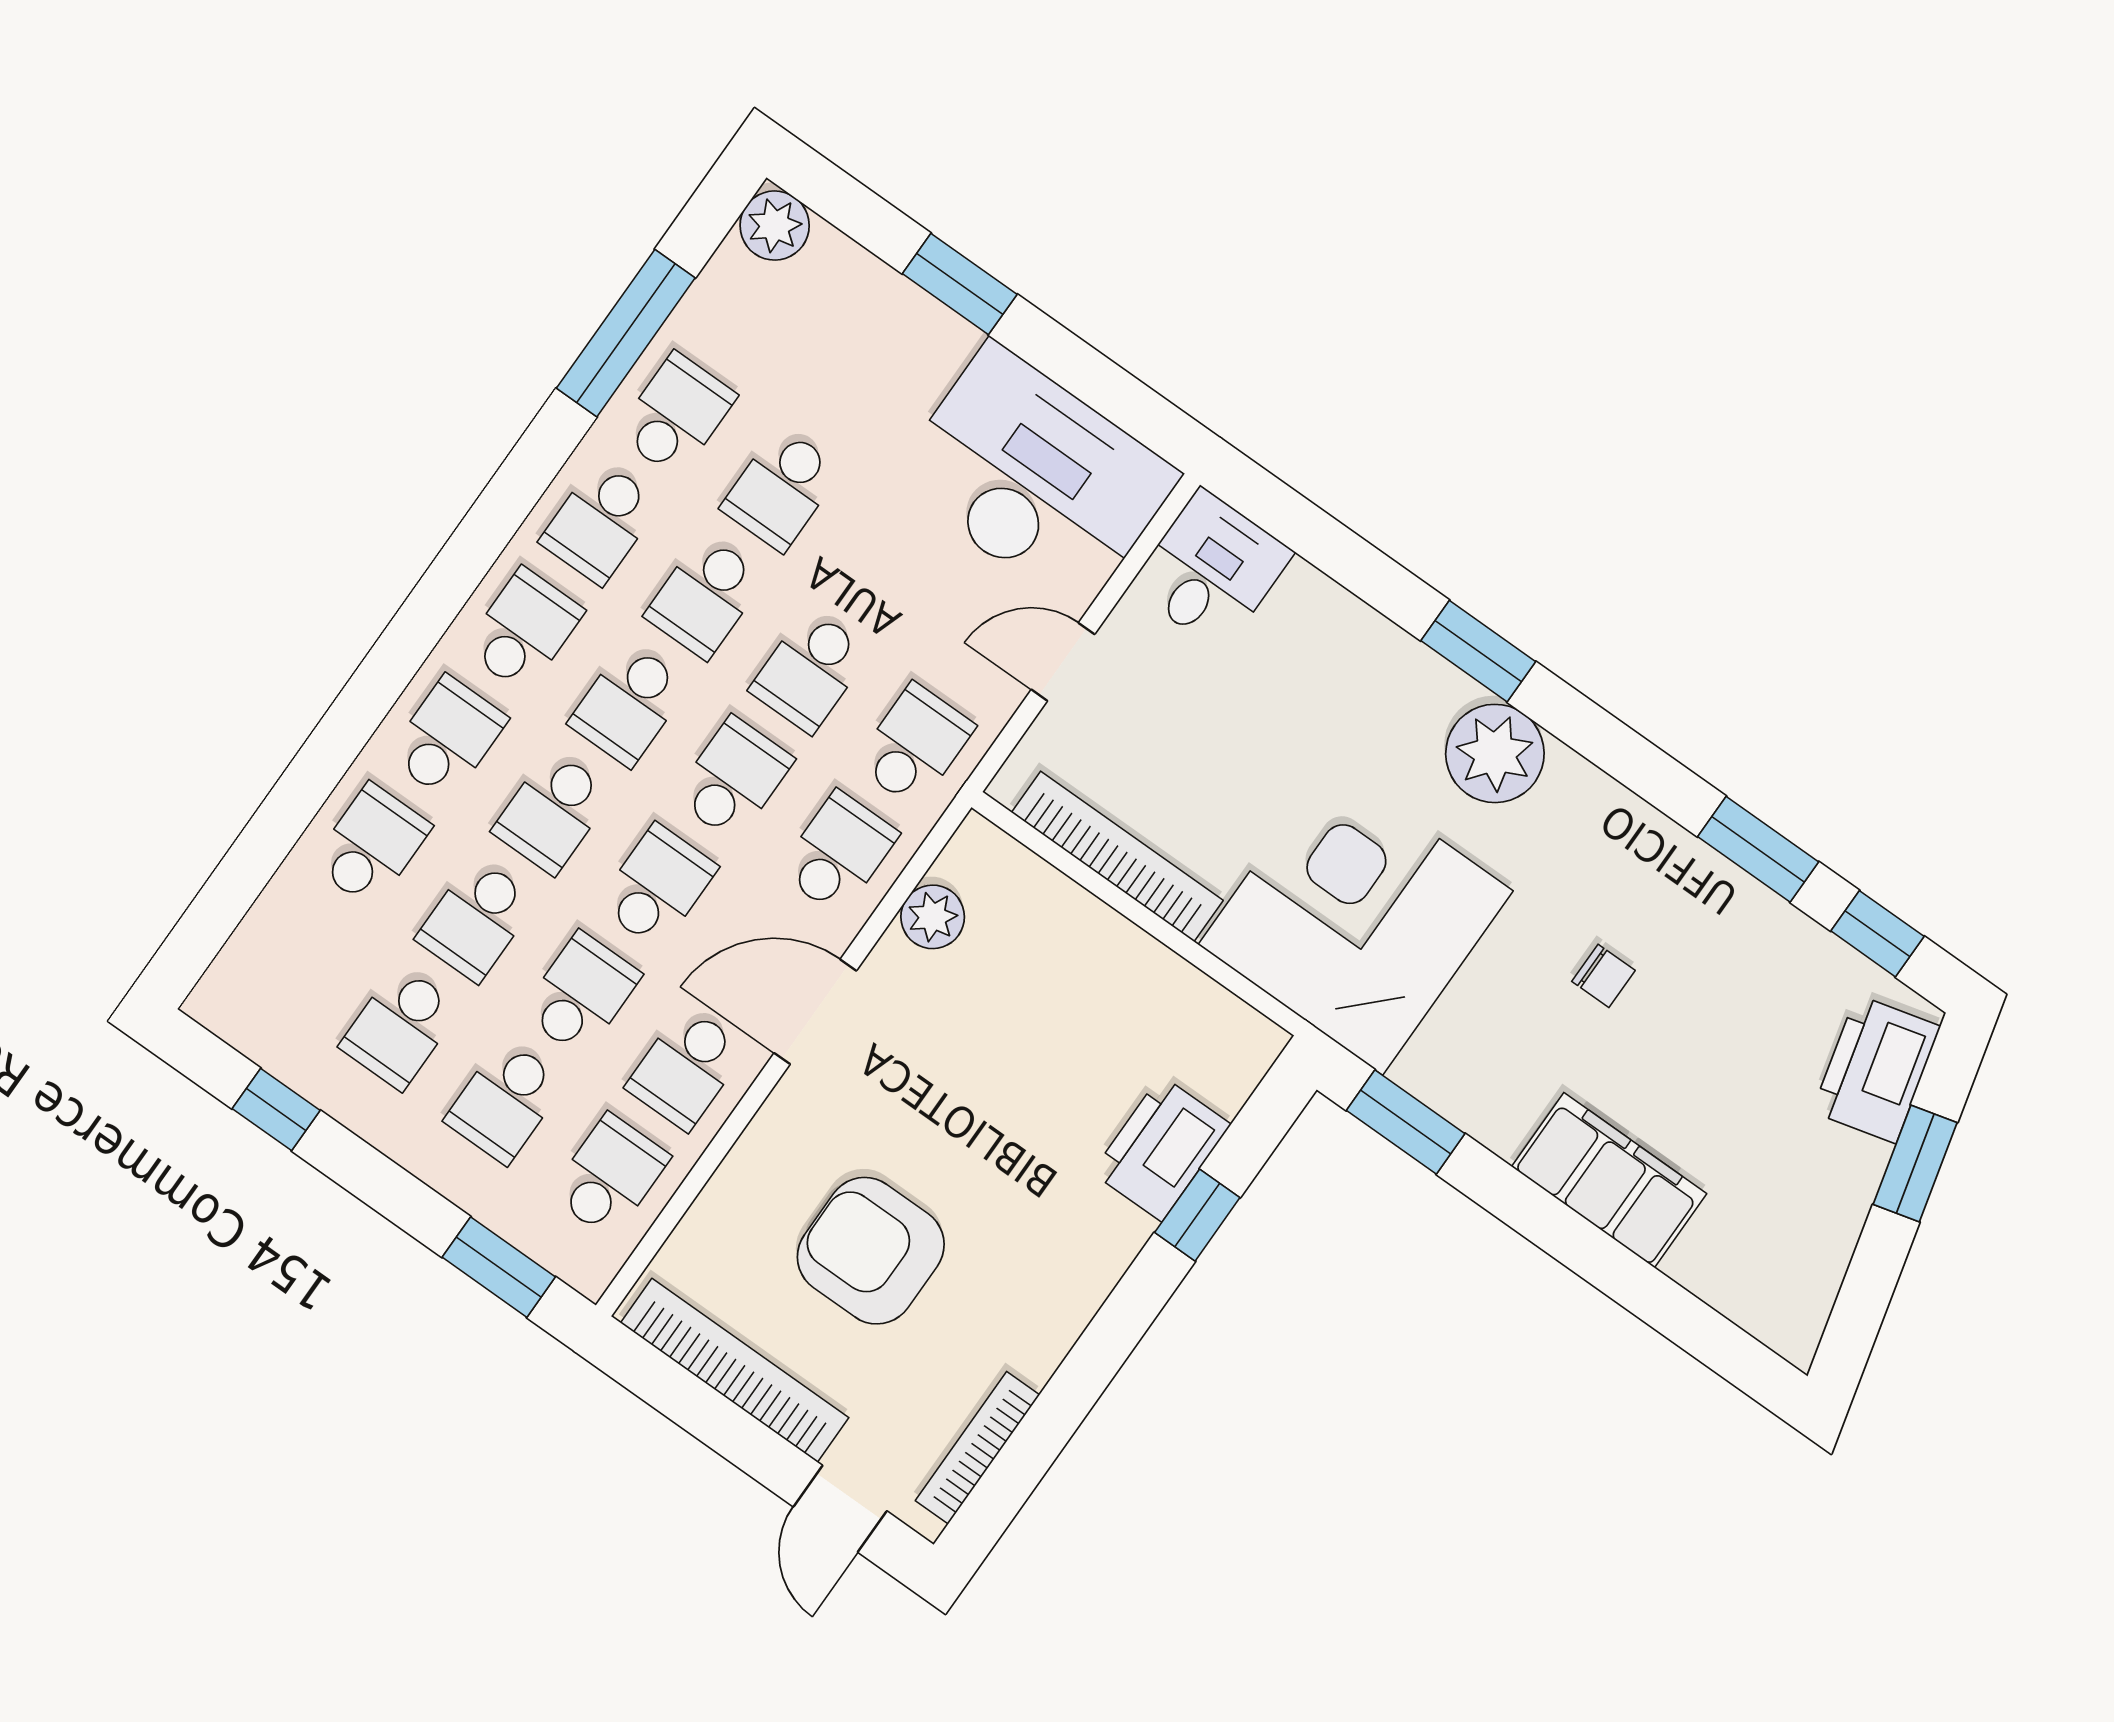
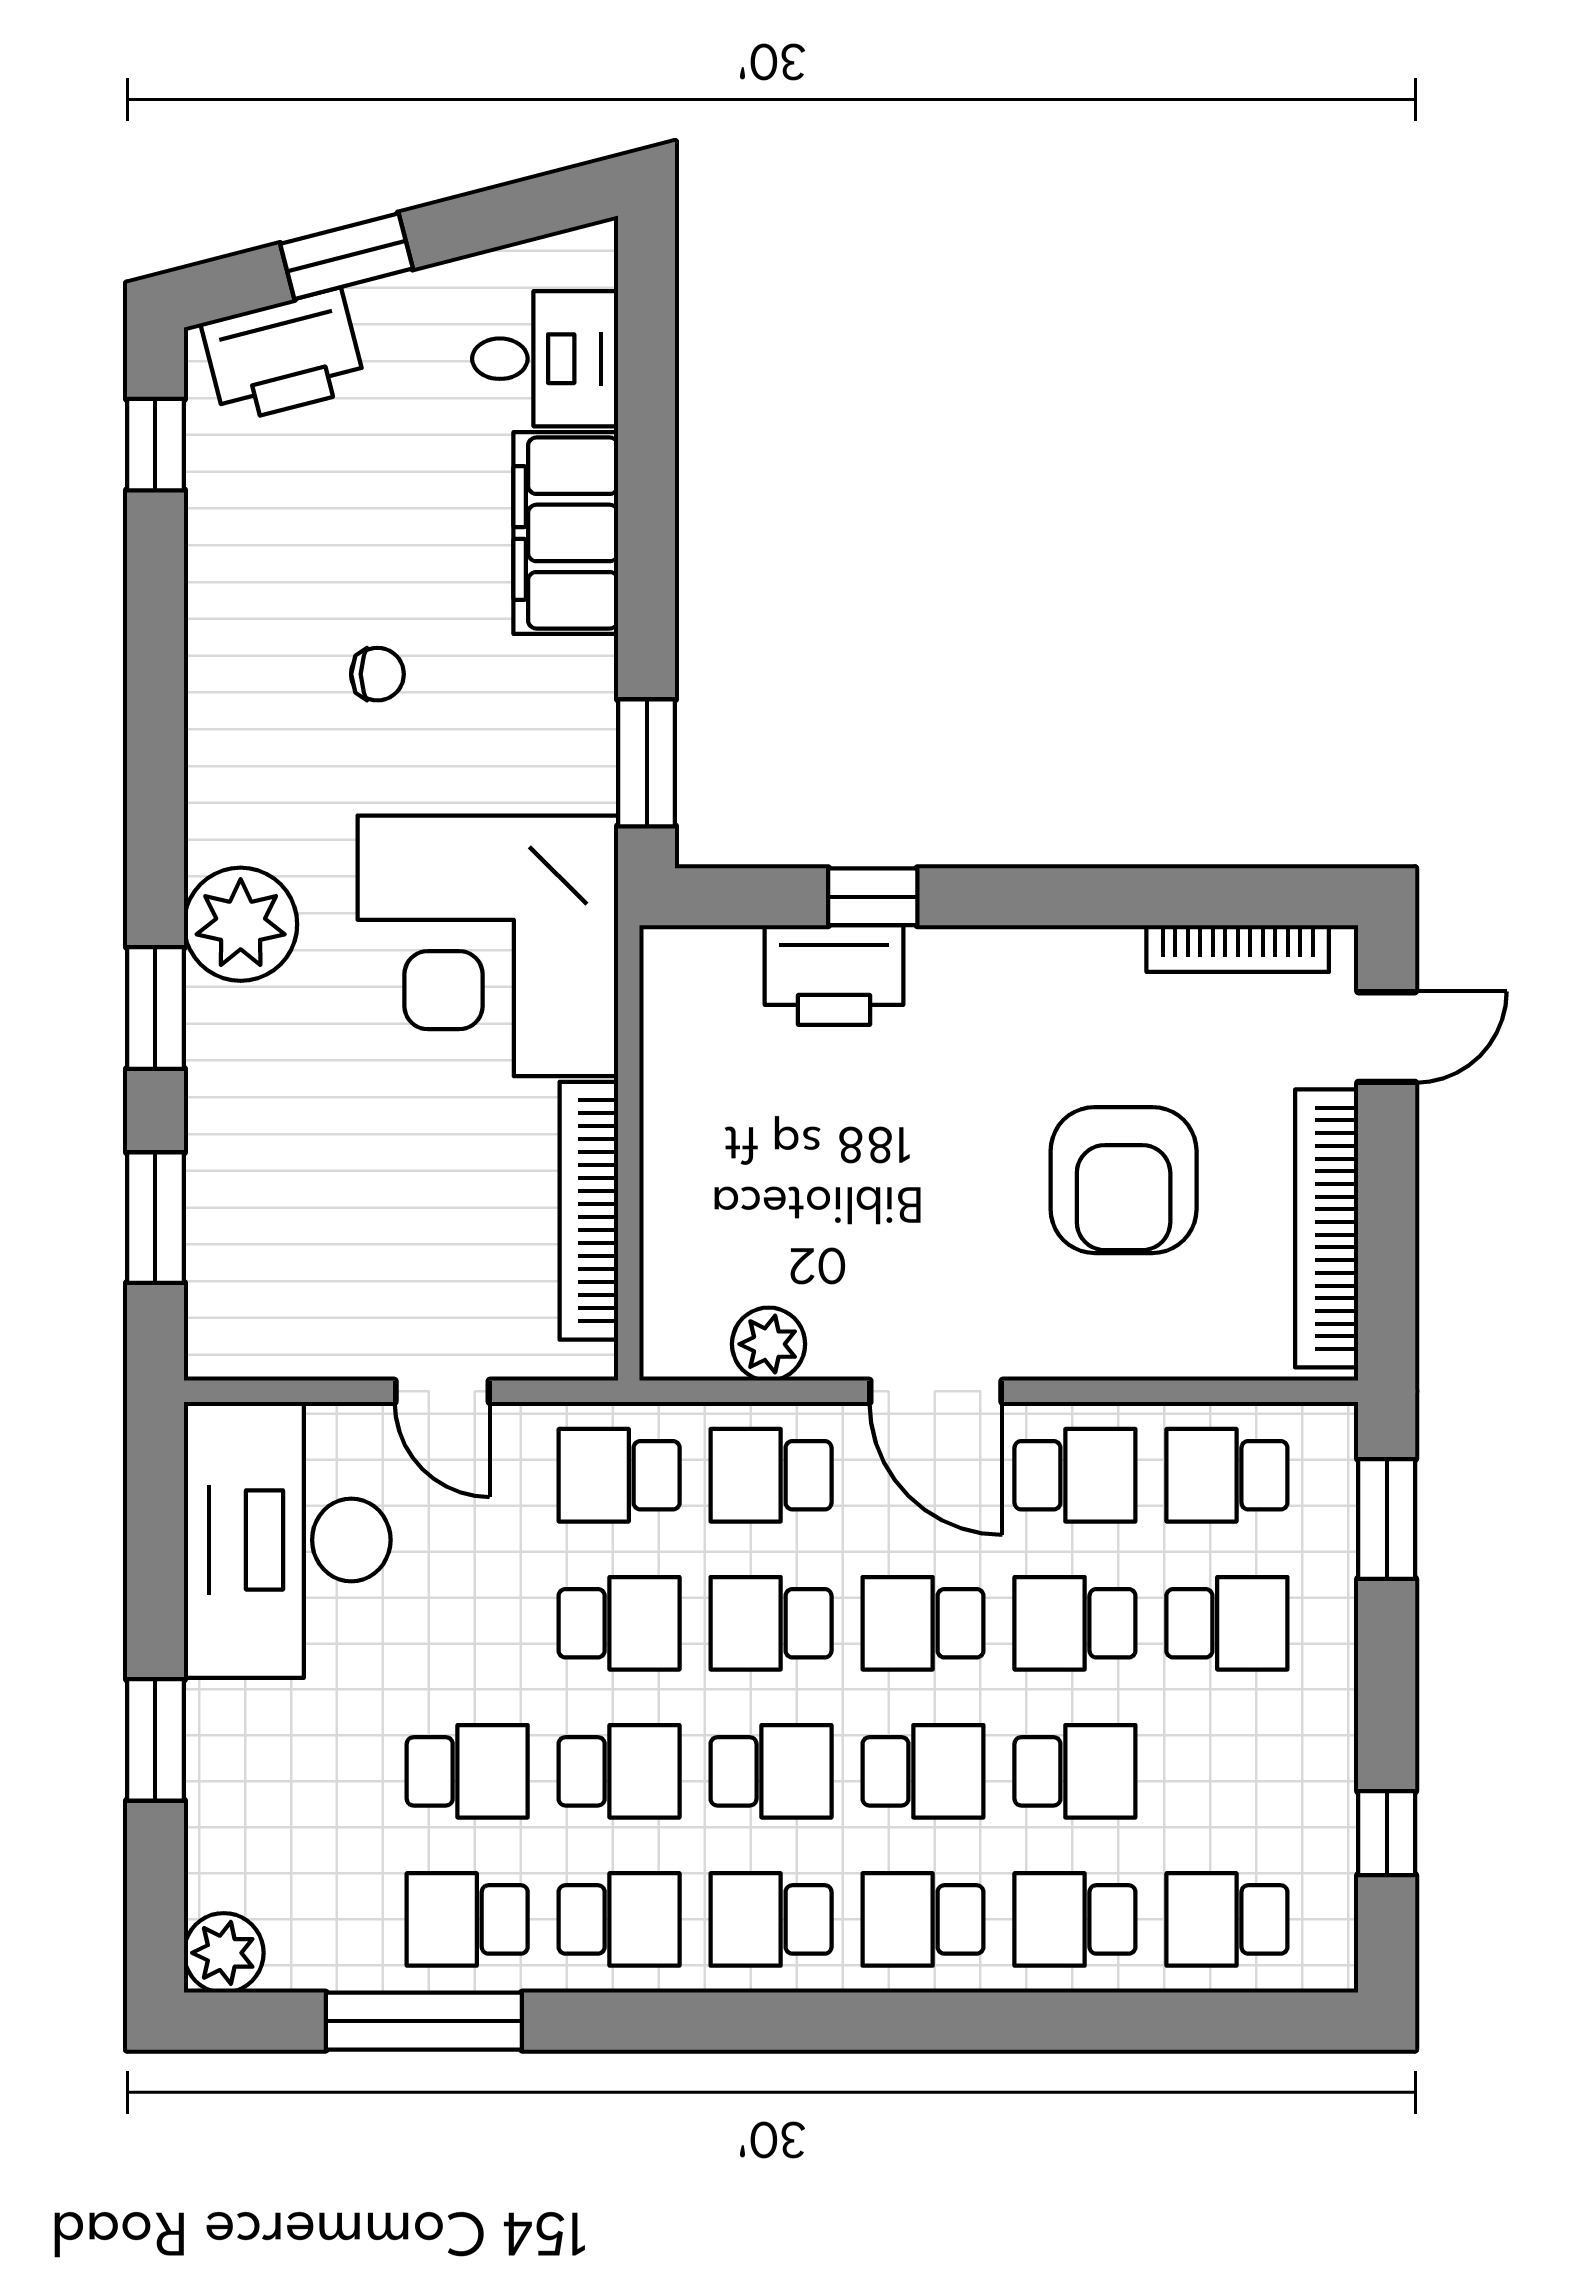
desk: (1211, 570) -> (545, 359), moved, turned 180
window: (1758, 849) -> (155, 1218), moved
chair: (1603, 976) -> (377, 674), turned 90
school desk: (400, 1027) -> (1227, 1919), moved, turned 180

